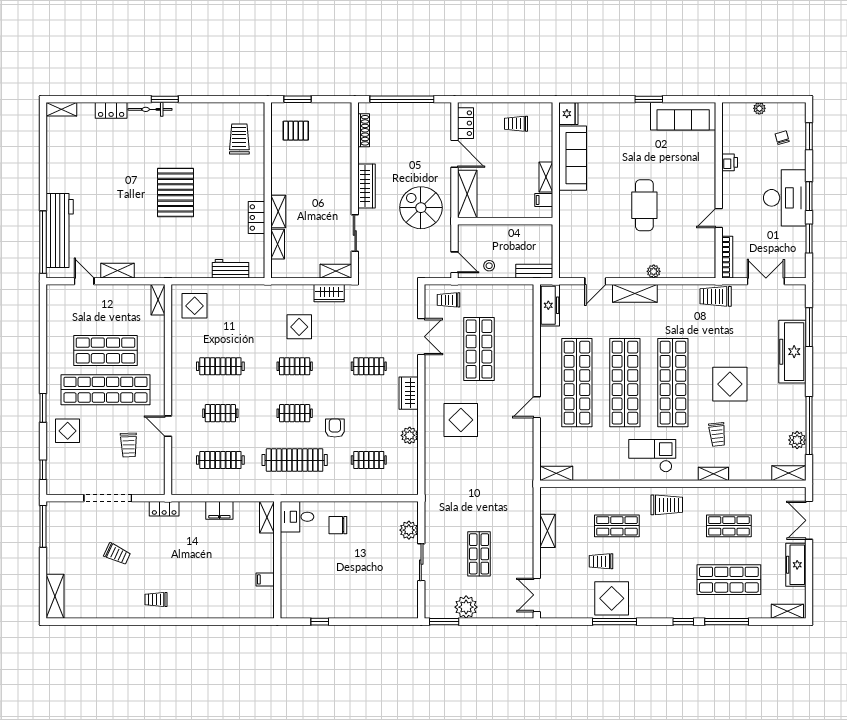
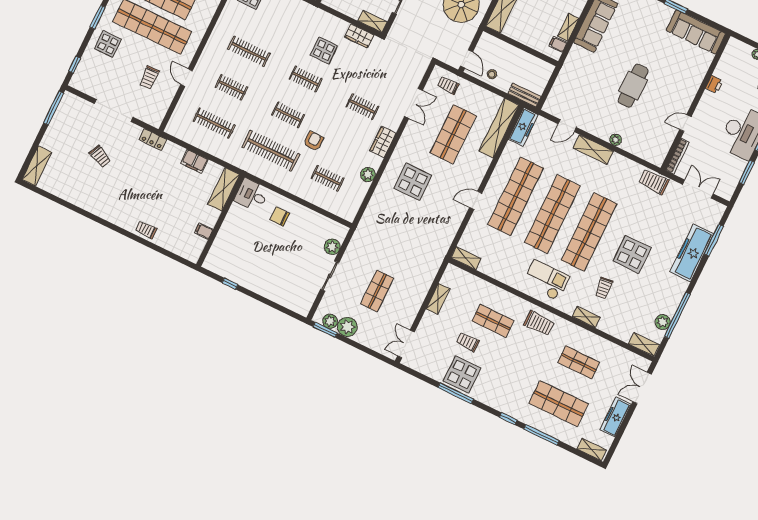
shelving: (524, 319) -> (499, 128), added
shelving: (267, 517) -> (223, 189), width x1.50, depth x1.33
trolley: (156, 600) -> (146, 230), moved
plant: (445, 610) -> (330, 321), added

